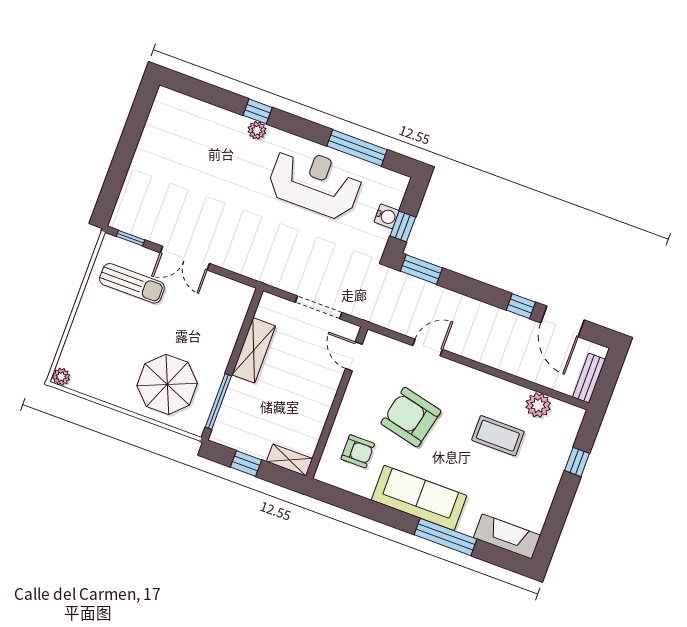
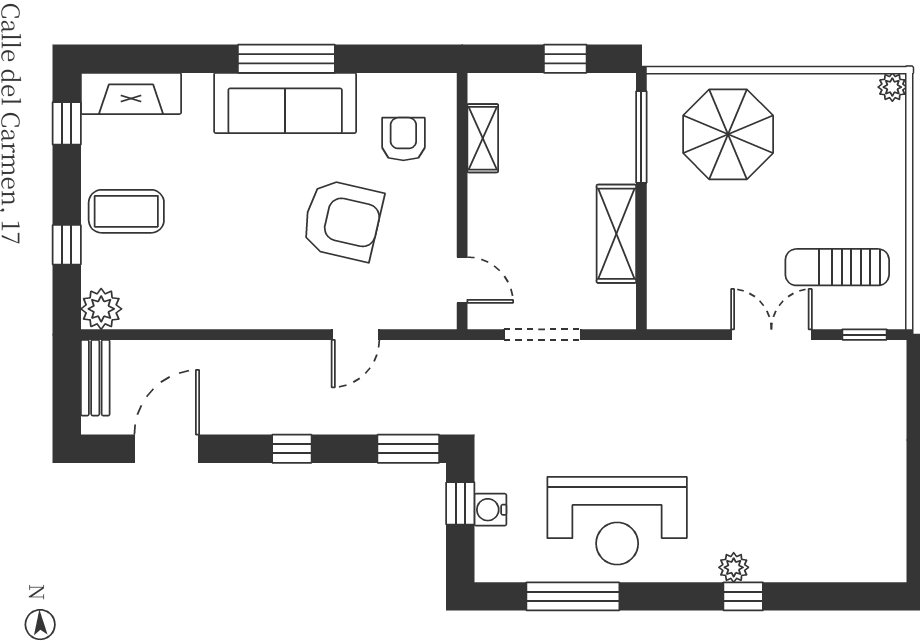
window: (521, 306) -> (292, 449), moved
door: (562, 321) -> (167, 449), hinge flipped
plant: (538, 405) -> (101, 309), moved
coffee table: (498, 436) -> (126, 211), moved
armchair: (358, 451) -> (403, 139), turned 90
shelving: (290, 460) -> (483, 138), moved, turned 90
window: (551, 533) -> (67, 123), added
window: (446, 537) -> (286, 59), moved

